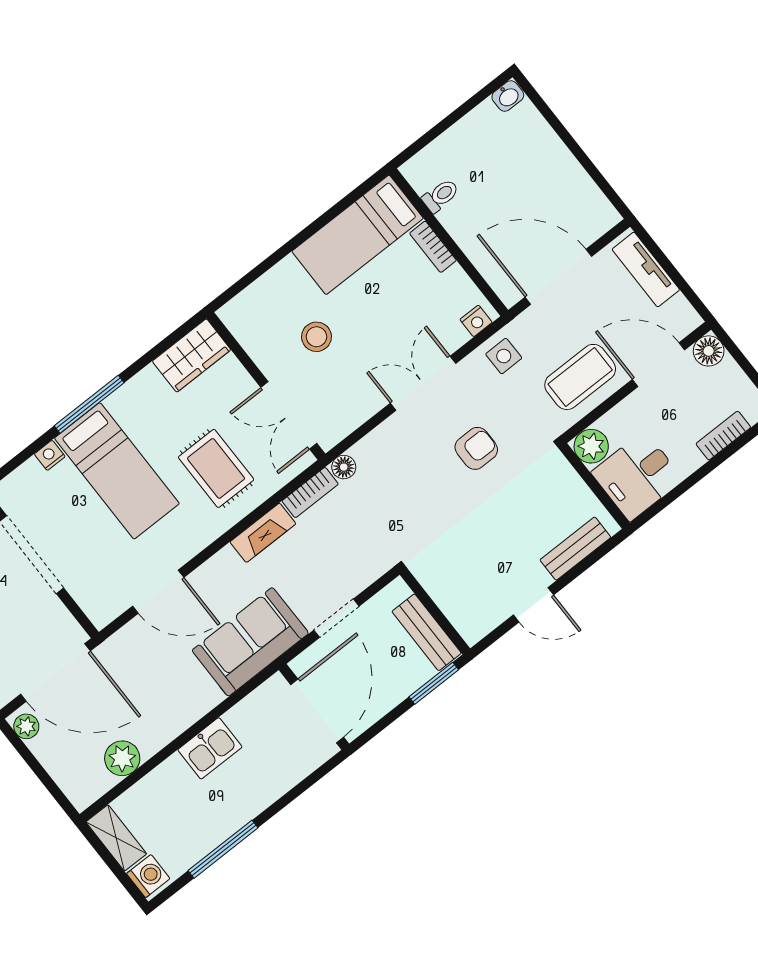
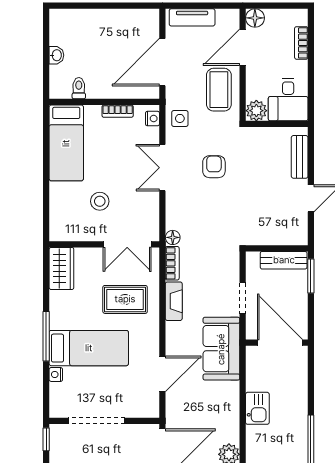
washbasin: (508, 96) -> (56, 55), moved
bookcase: (433, 247) -> (118, 111), moved

